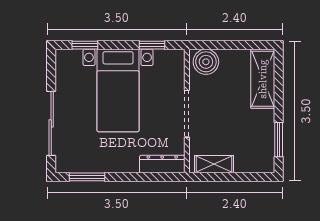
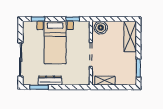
dresser: (162, 164) -> (50, 81), moved

